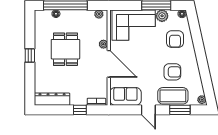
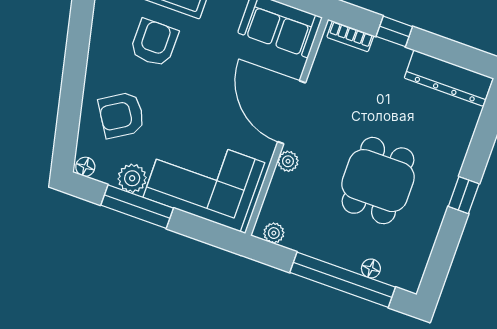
armchair: (175, 39) -> (122, 115), turned -122
armchair: (172, 72) -> (154, 43), turned 90

